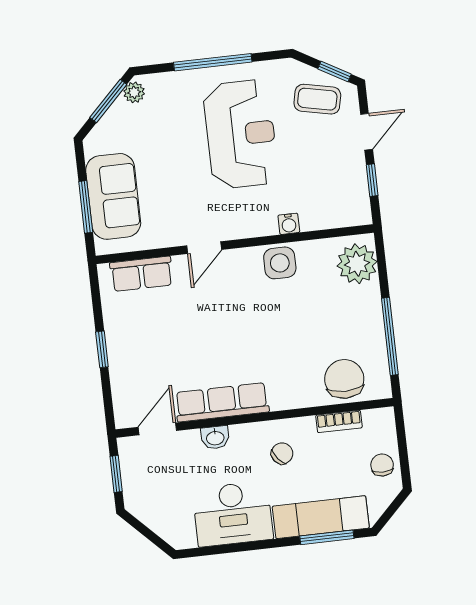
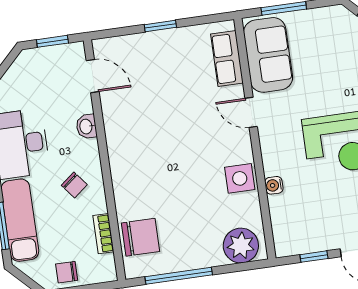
sofa: (113, 196) -> (268, 55), moved, turned -90
row of seats: (222, 402) -> (117, 131), removed
chair: (382, 465) -> (67, 272), turned 180

